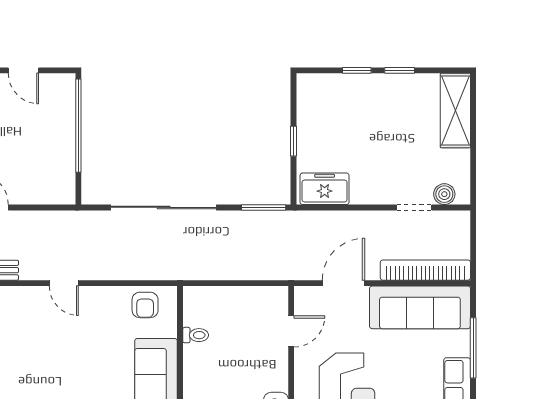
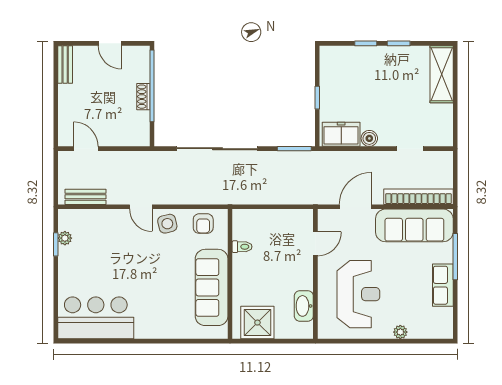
shoe rack: (67, 140) -> (143, 97), added
boiler: (444, 194) -> (369, 138), moved
side table: (98, 305) -> (167, 224), added

